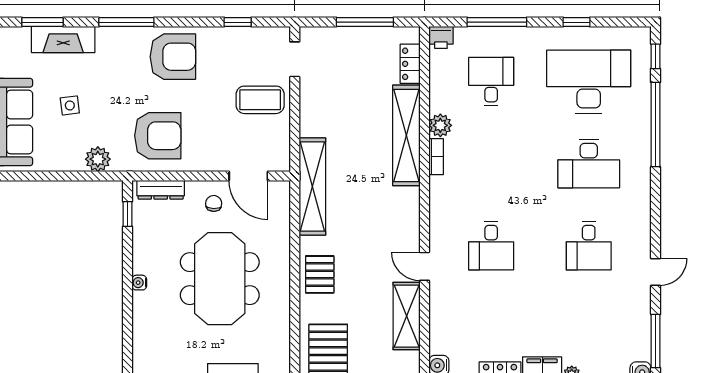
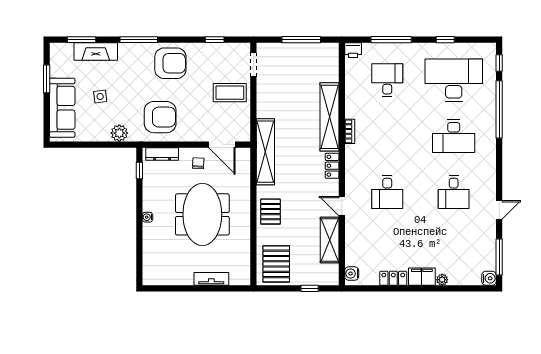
locker: (410, 64) -> (332, 166), moved
plant: (440, 125) -> (353, 110), removed

